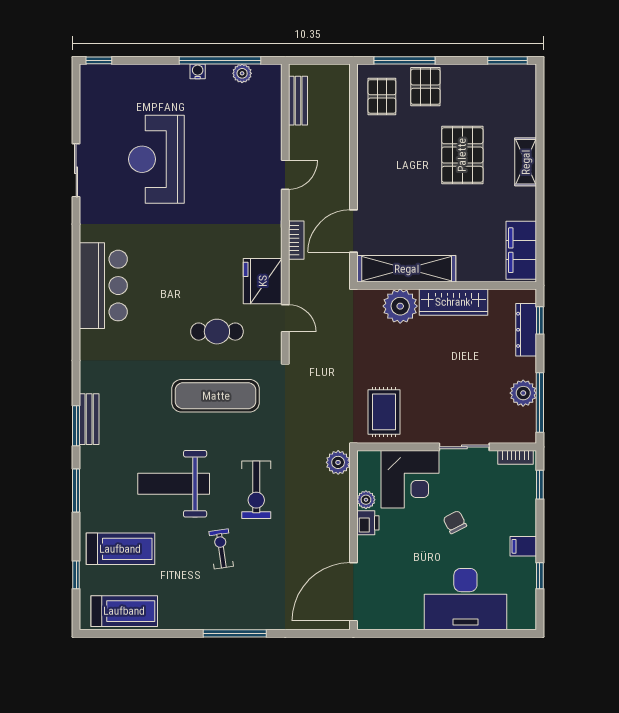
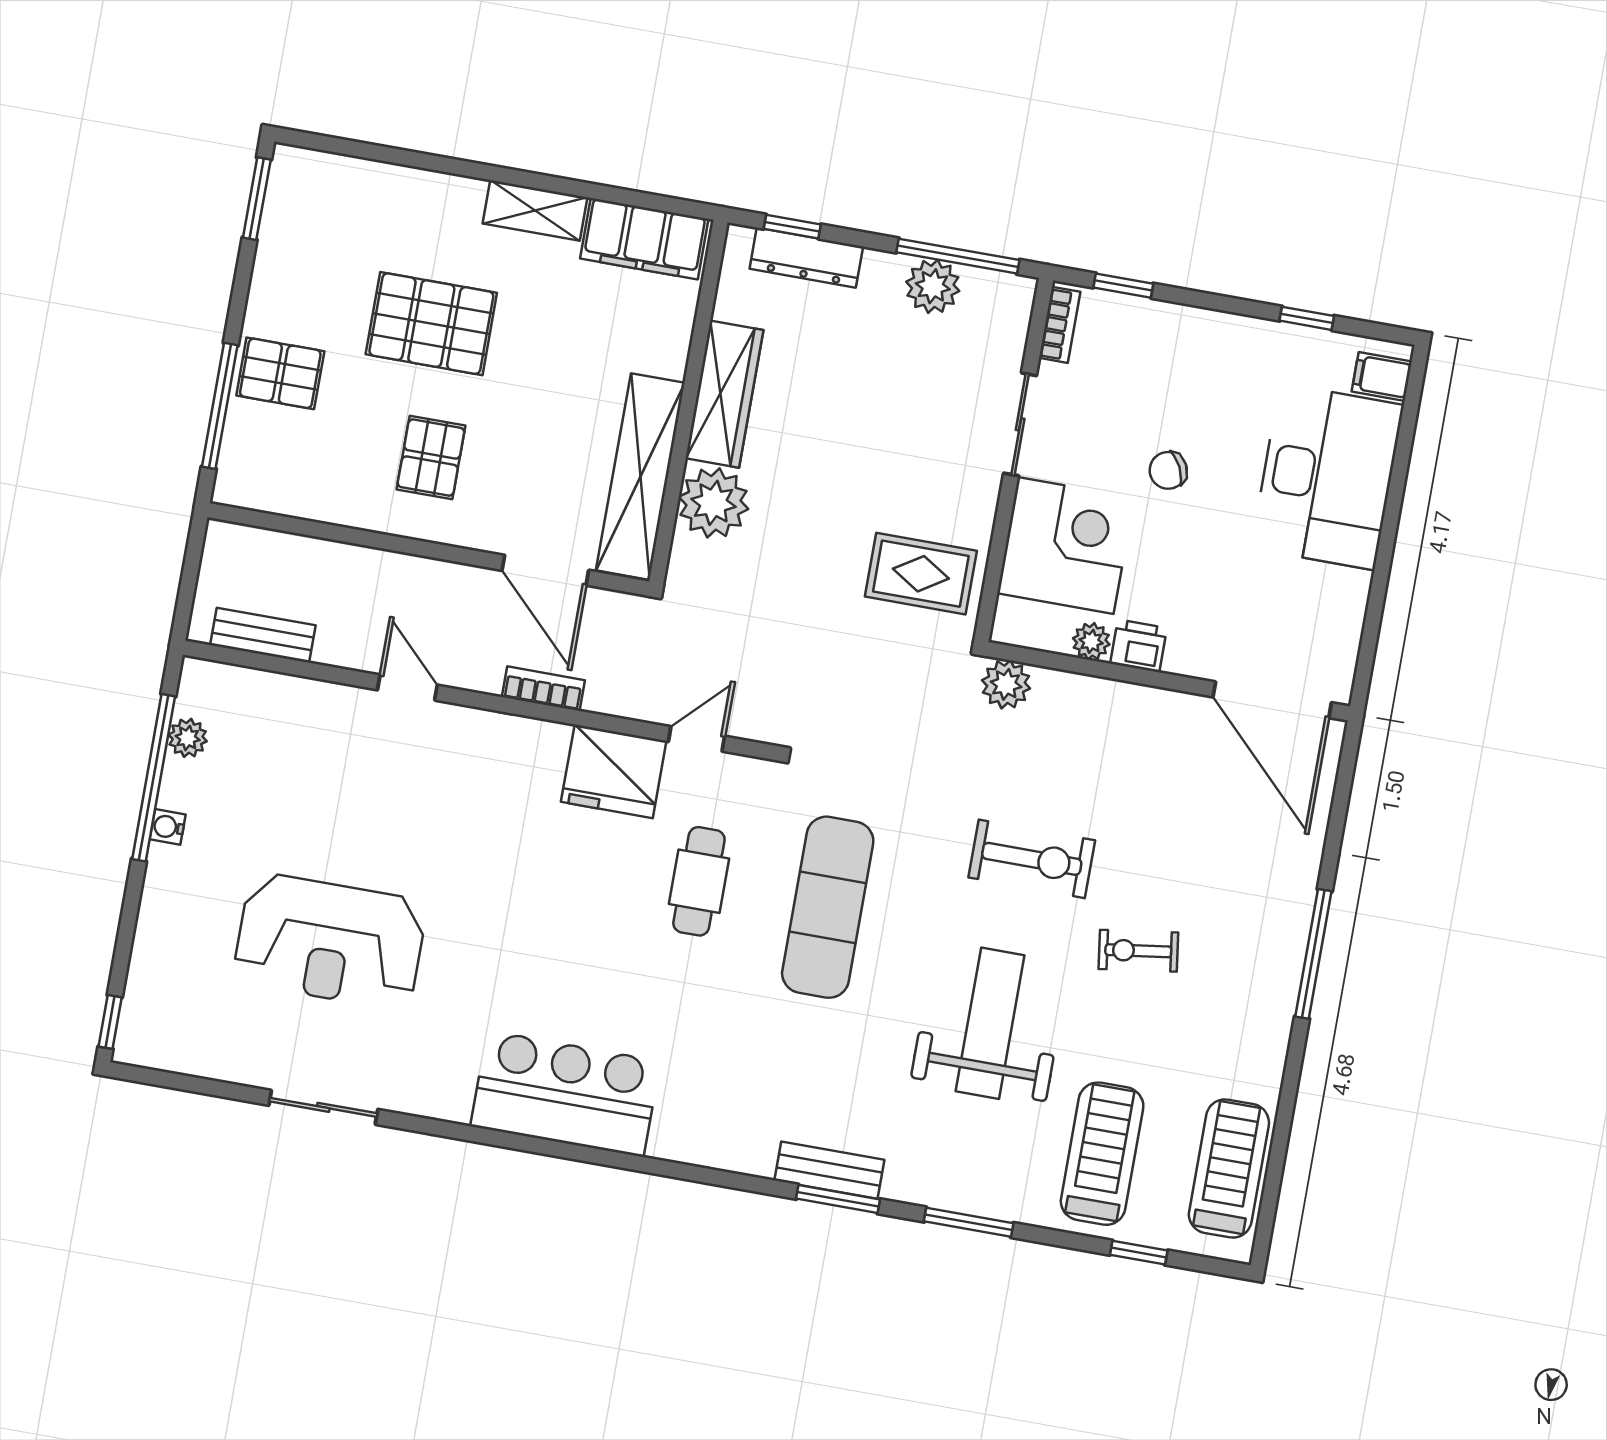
pallet: (382, 96) -> (431, 458), moved, turned 90
shelving: (526, 162) -> (535, 210), moved
weight bench: (174, 484) -> (990, 1023), turned 180
filing cabinet: (523, 546) -> (1382, 377), moved, turned 90

